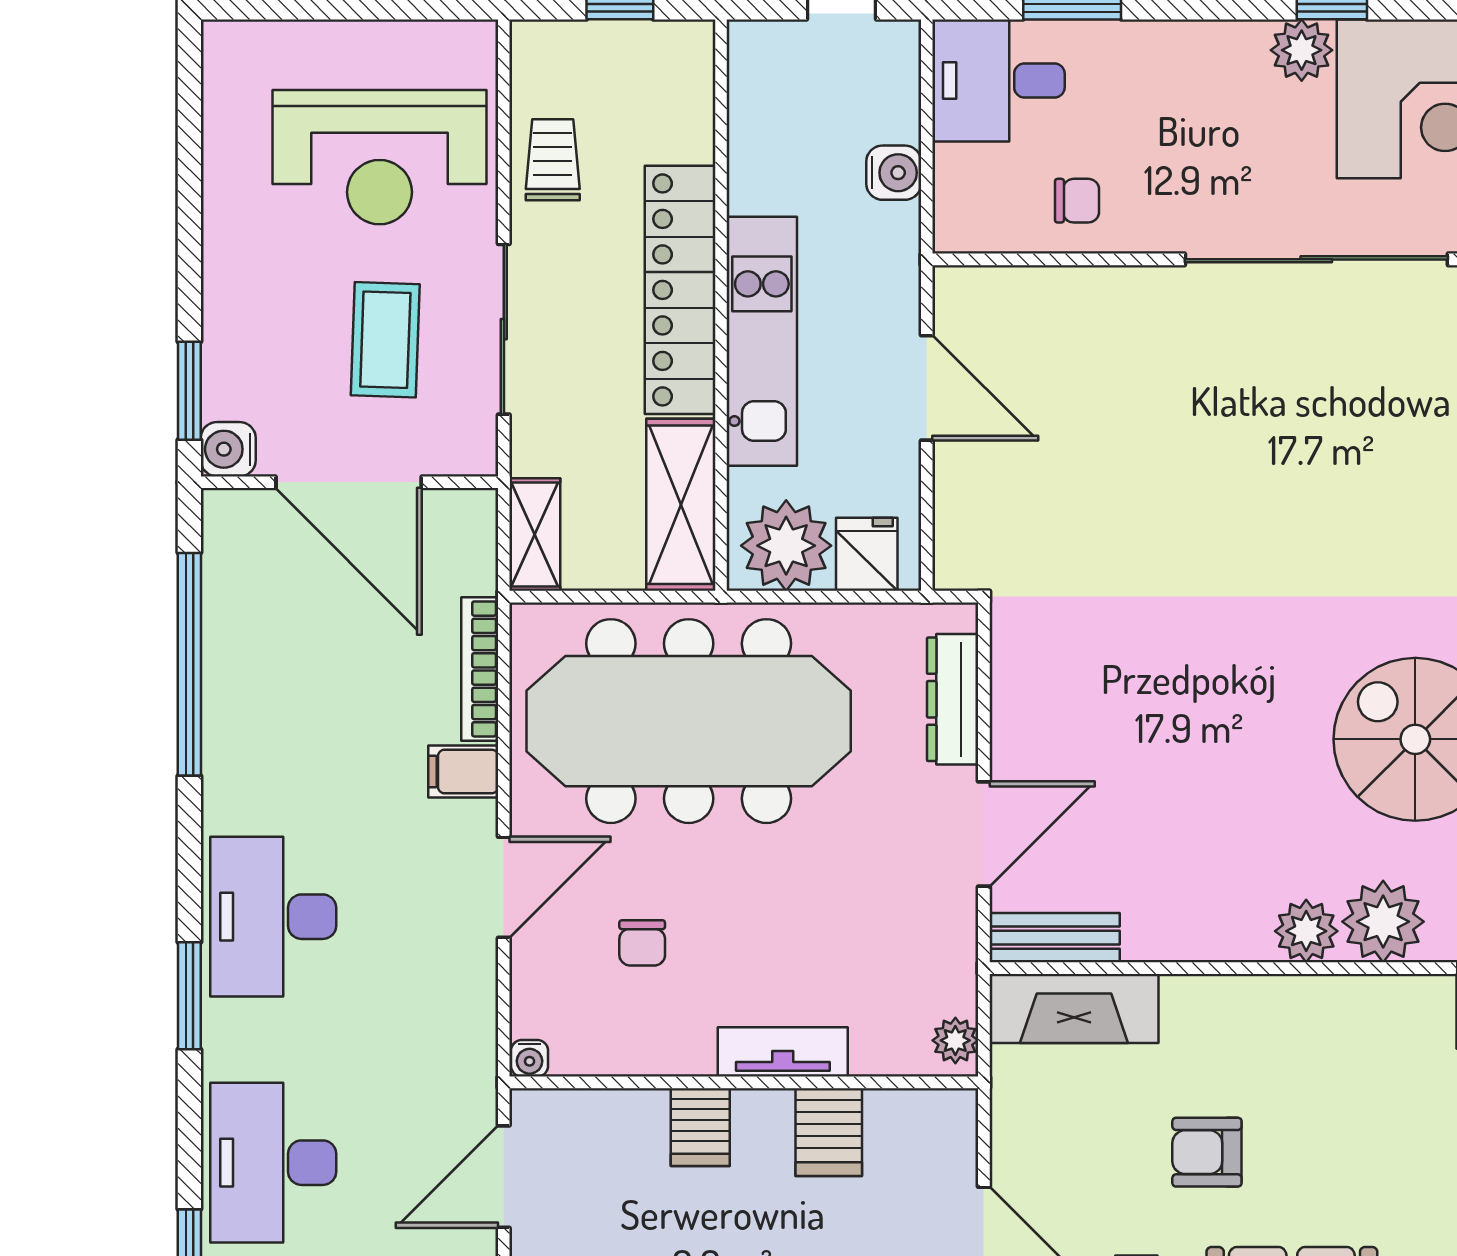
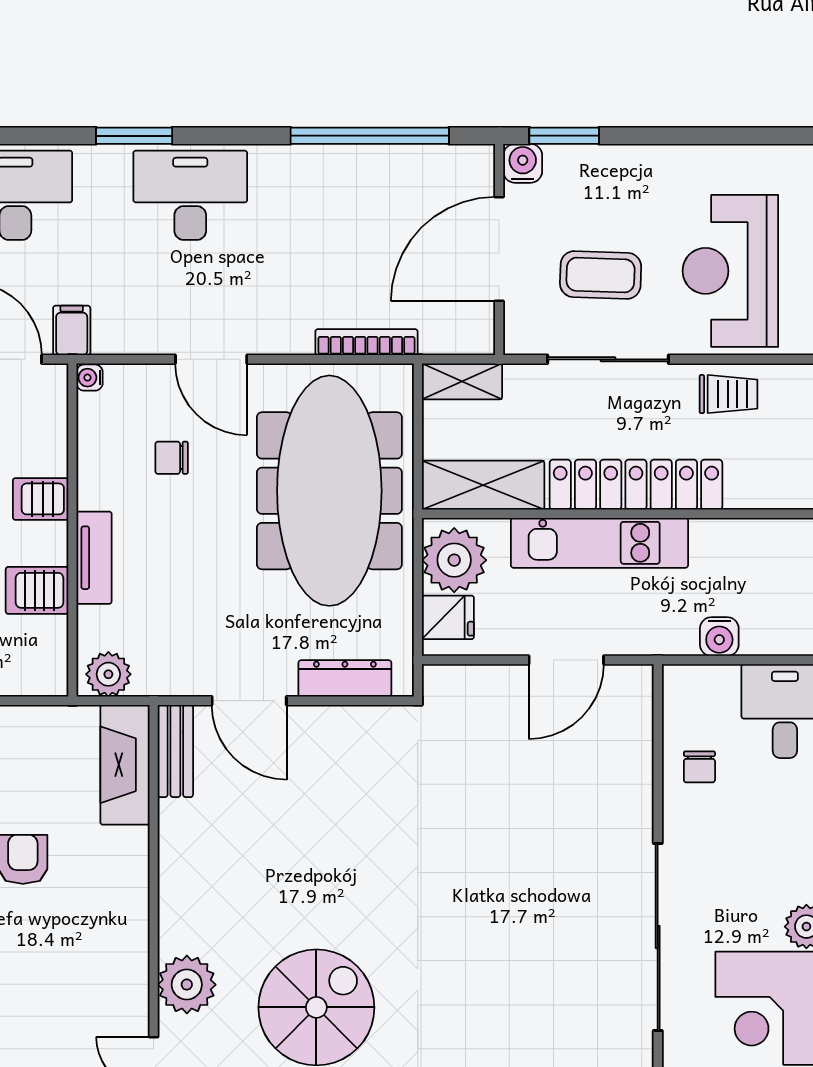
filing cabinet: (463, 771) -> (72, 330), moved
plant: (1306, 931) -> (180, 930), removed
plant: (955, 1040) -> (108, 674), width x1.38, depth x1.38

